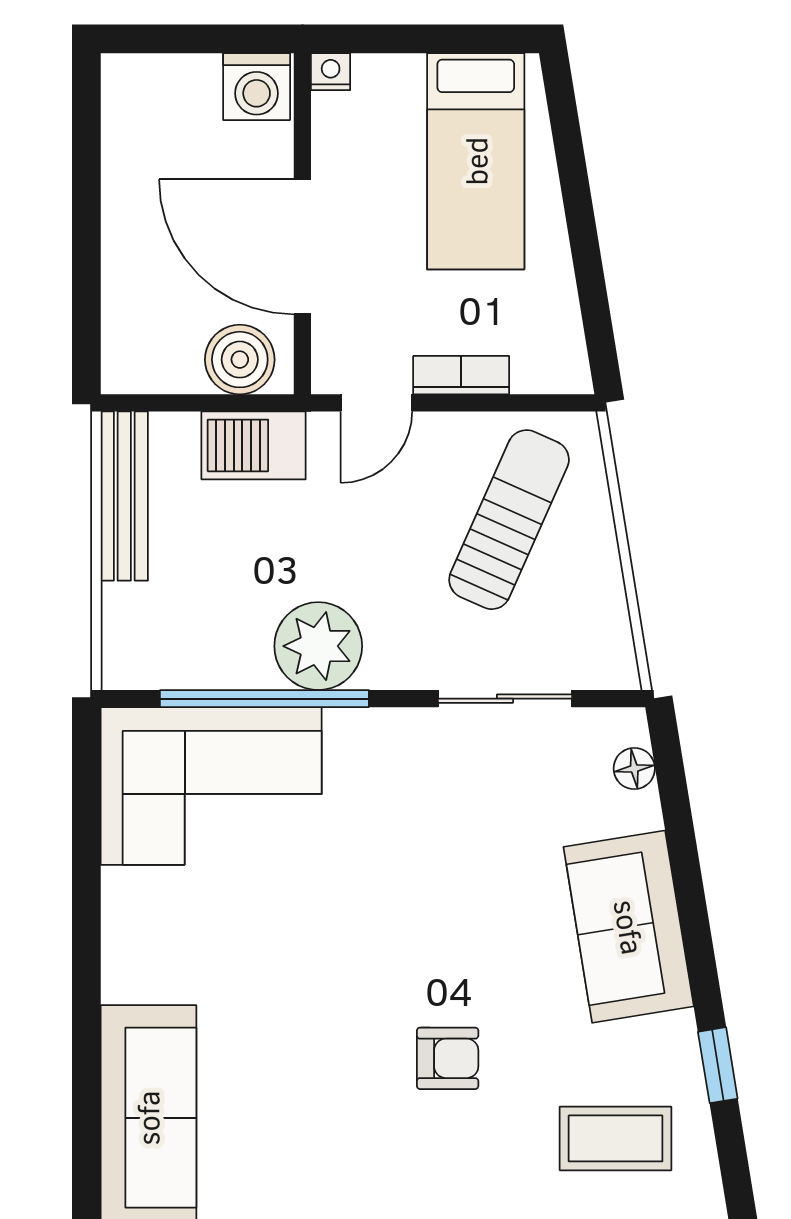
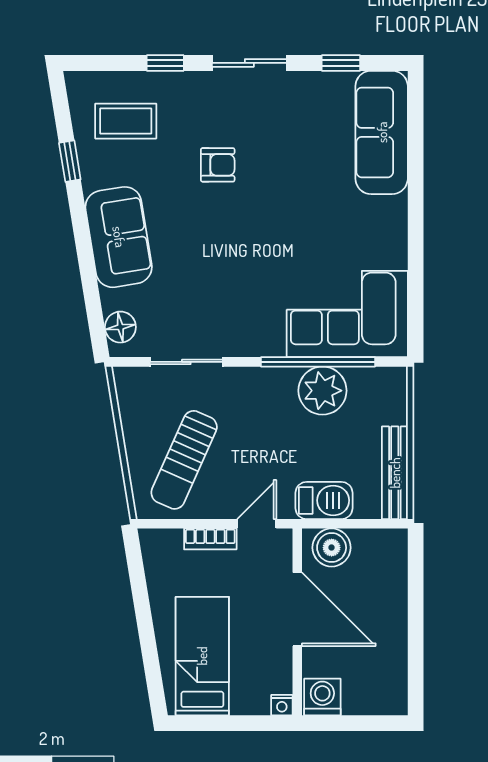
plant: (318, 646) -> (322, 391), moved
floor lamp: (634, 769) -> (120, 327), width x1.37, depth x1.37
armchair: (448, 1058) -> (218, 165), turned 180

